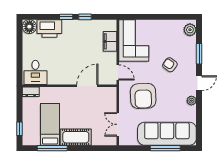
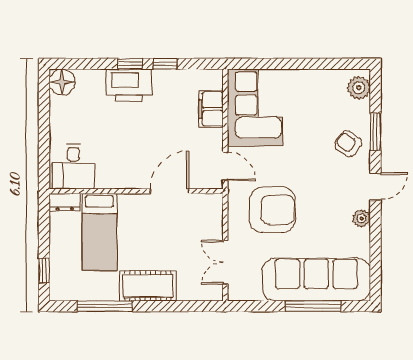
printer: (49, 28) -> (129, 85), moved
armchair: (170, 65) -> (348, 144), moved
armchair: (143, 96) -> (272, 210), turned -88
bed: (50, 124) -> (99, 232), moved, turned 180

